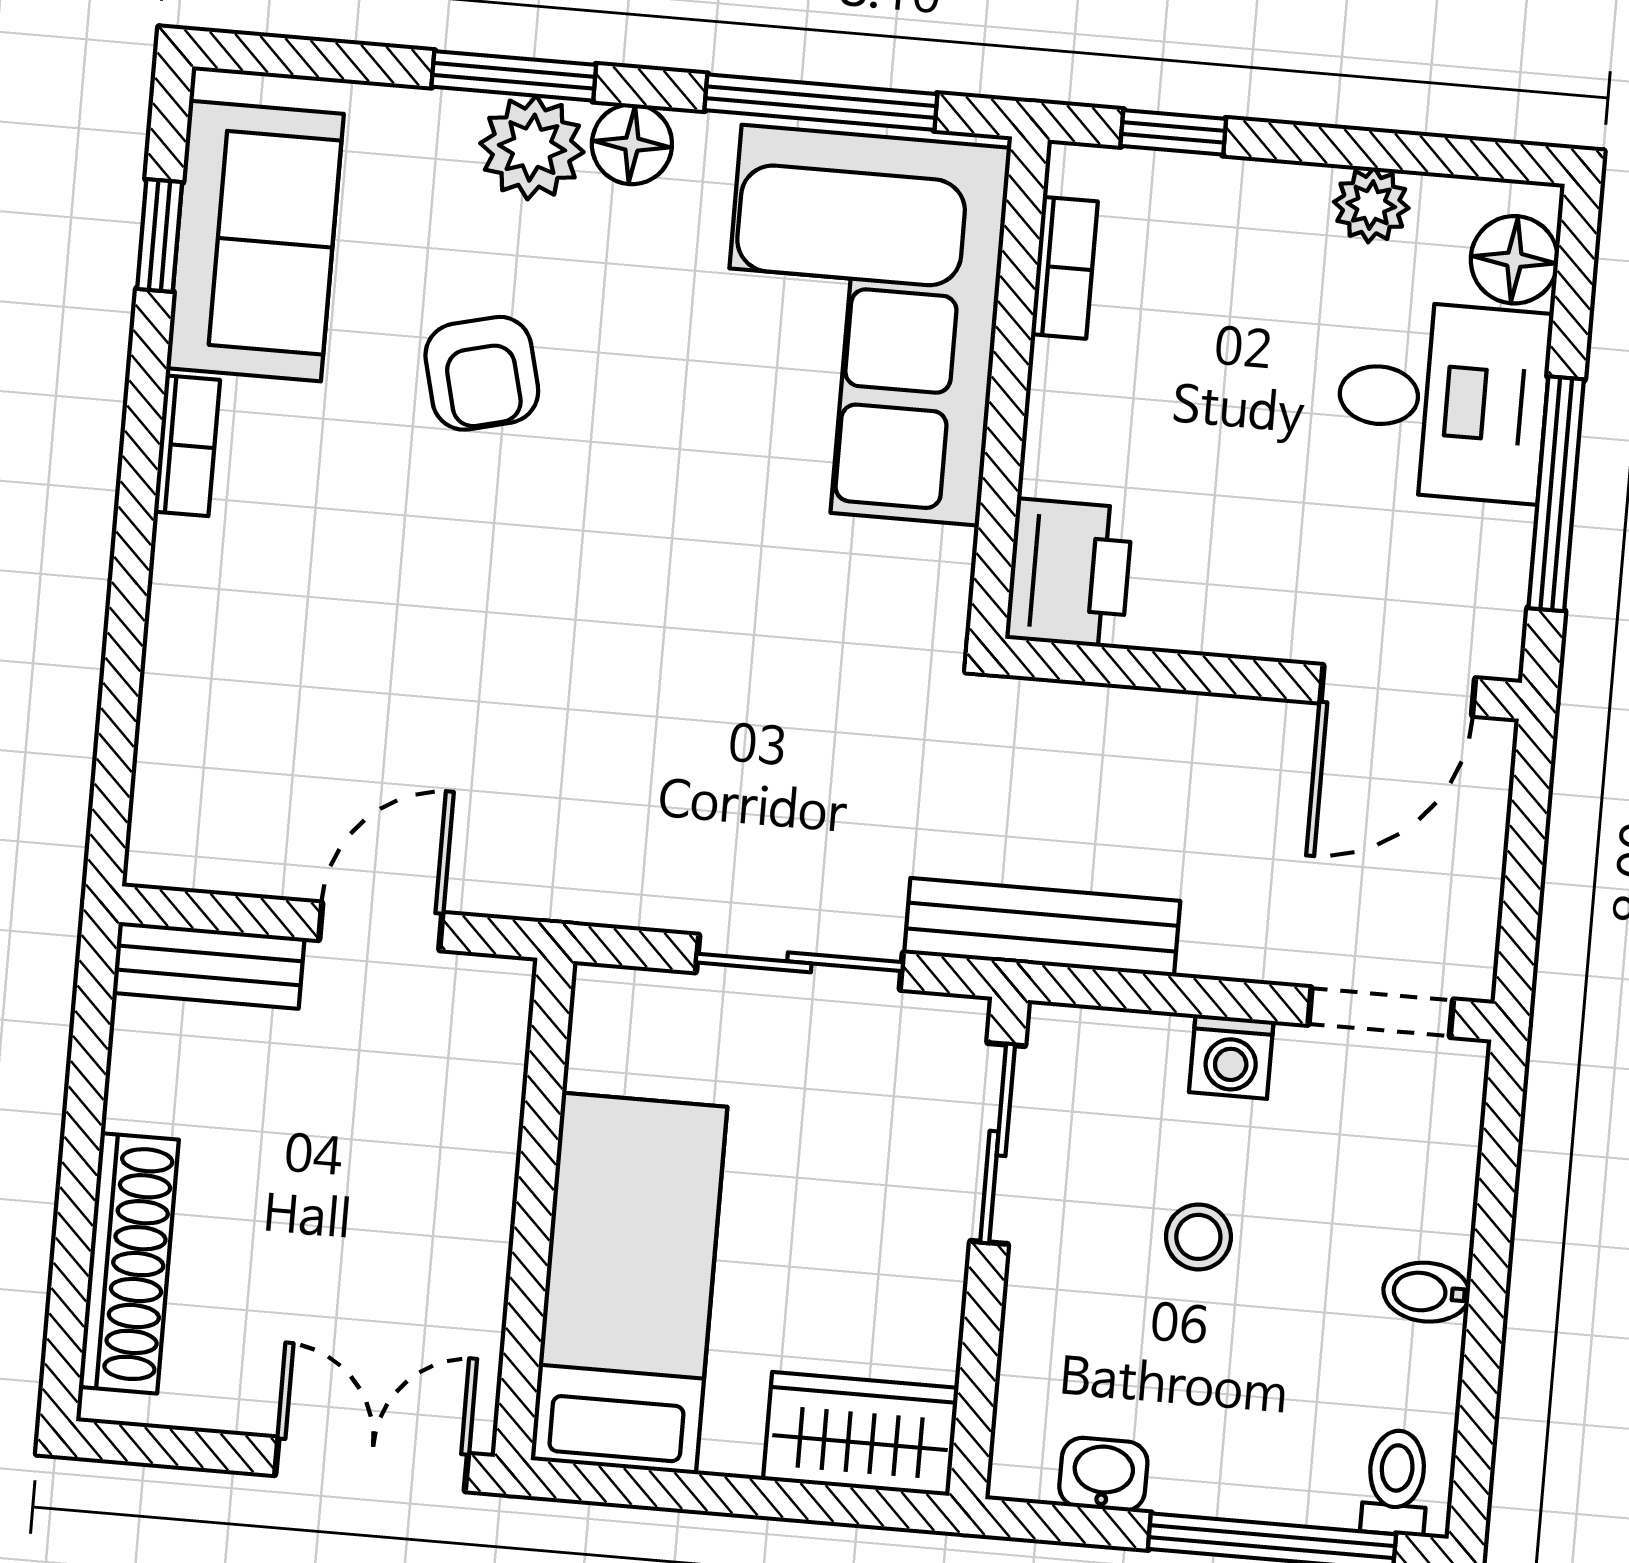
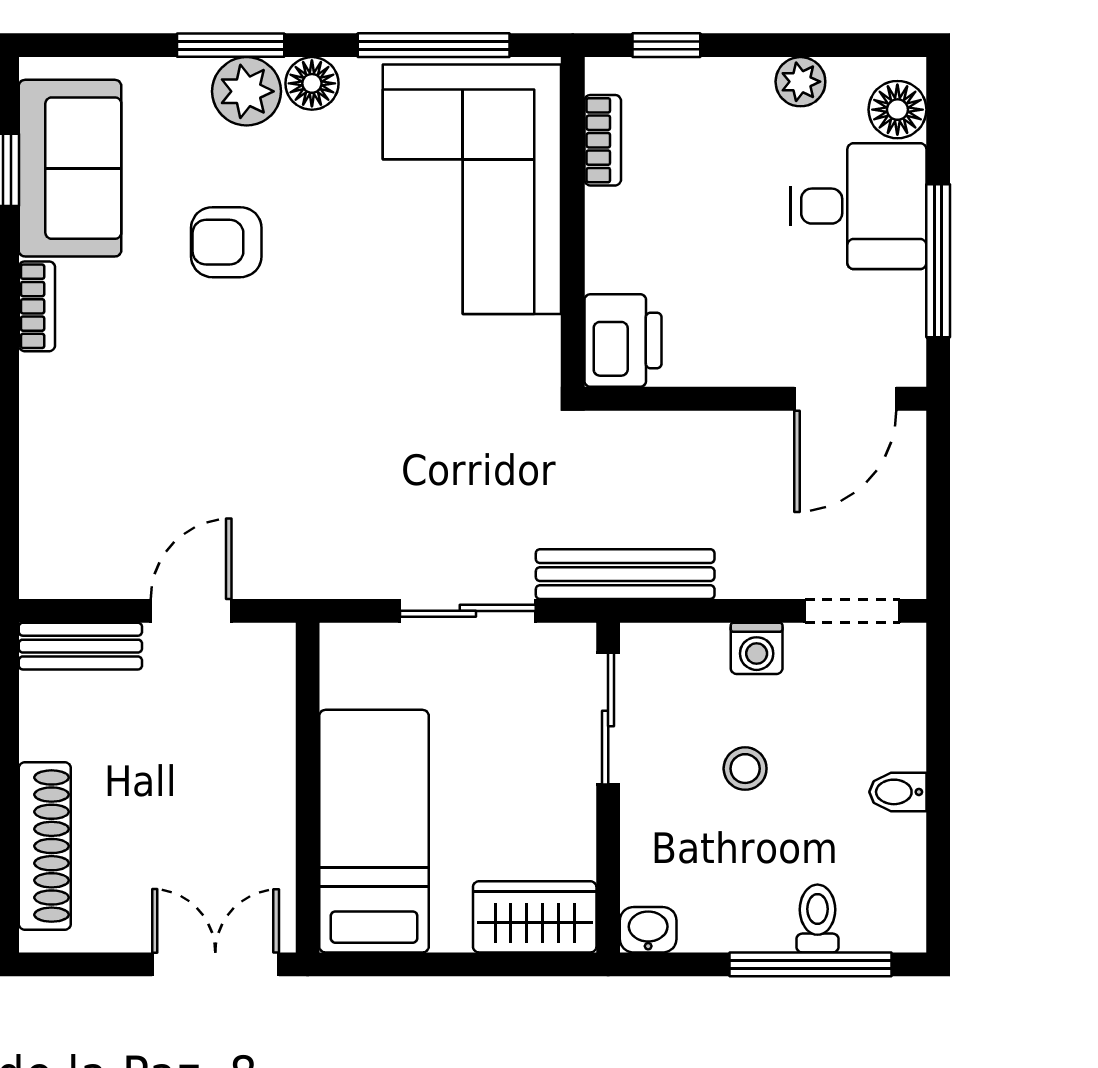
armchair: (482, 373) -> (226, 242), turned 104
washbasin: (1103, 1474) -> (648, 930), moved
toilet: (1396, 1482) -> (817, 919), moved

